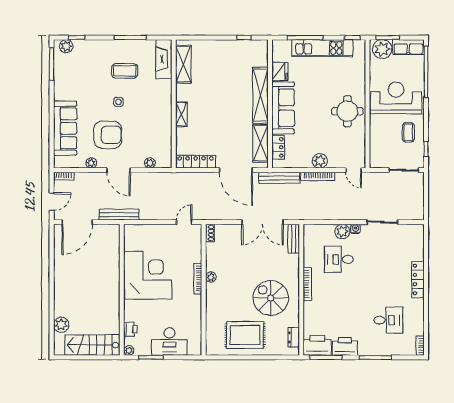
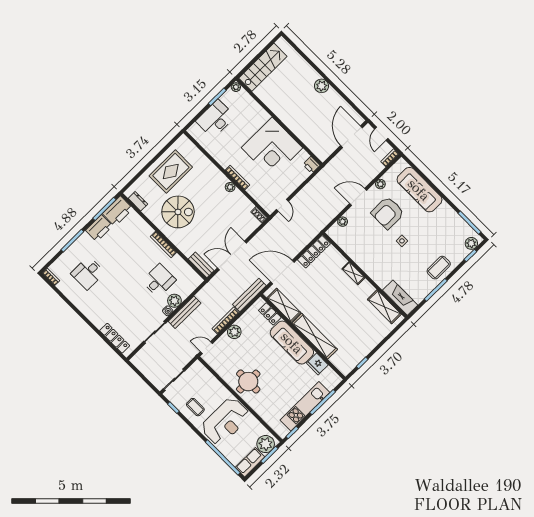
coffee table: (125, 71) -> (439, 268), moved
bench: (119, 215) -> (185, 312), moved
locker: (418, 279) -> (115, 338), moved
plant: (61, 325) -> (322, 86), moved
printer: (130, 329) -> (311, 165), moved

